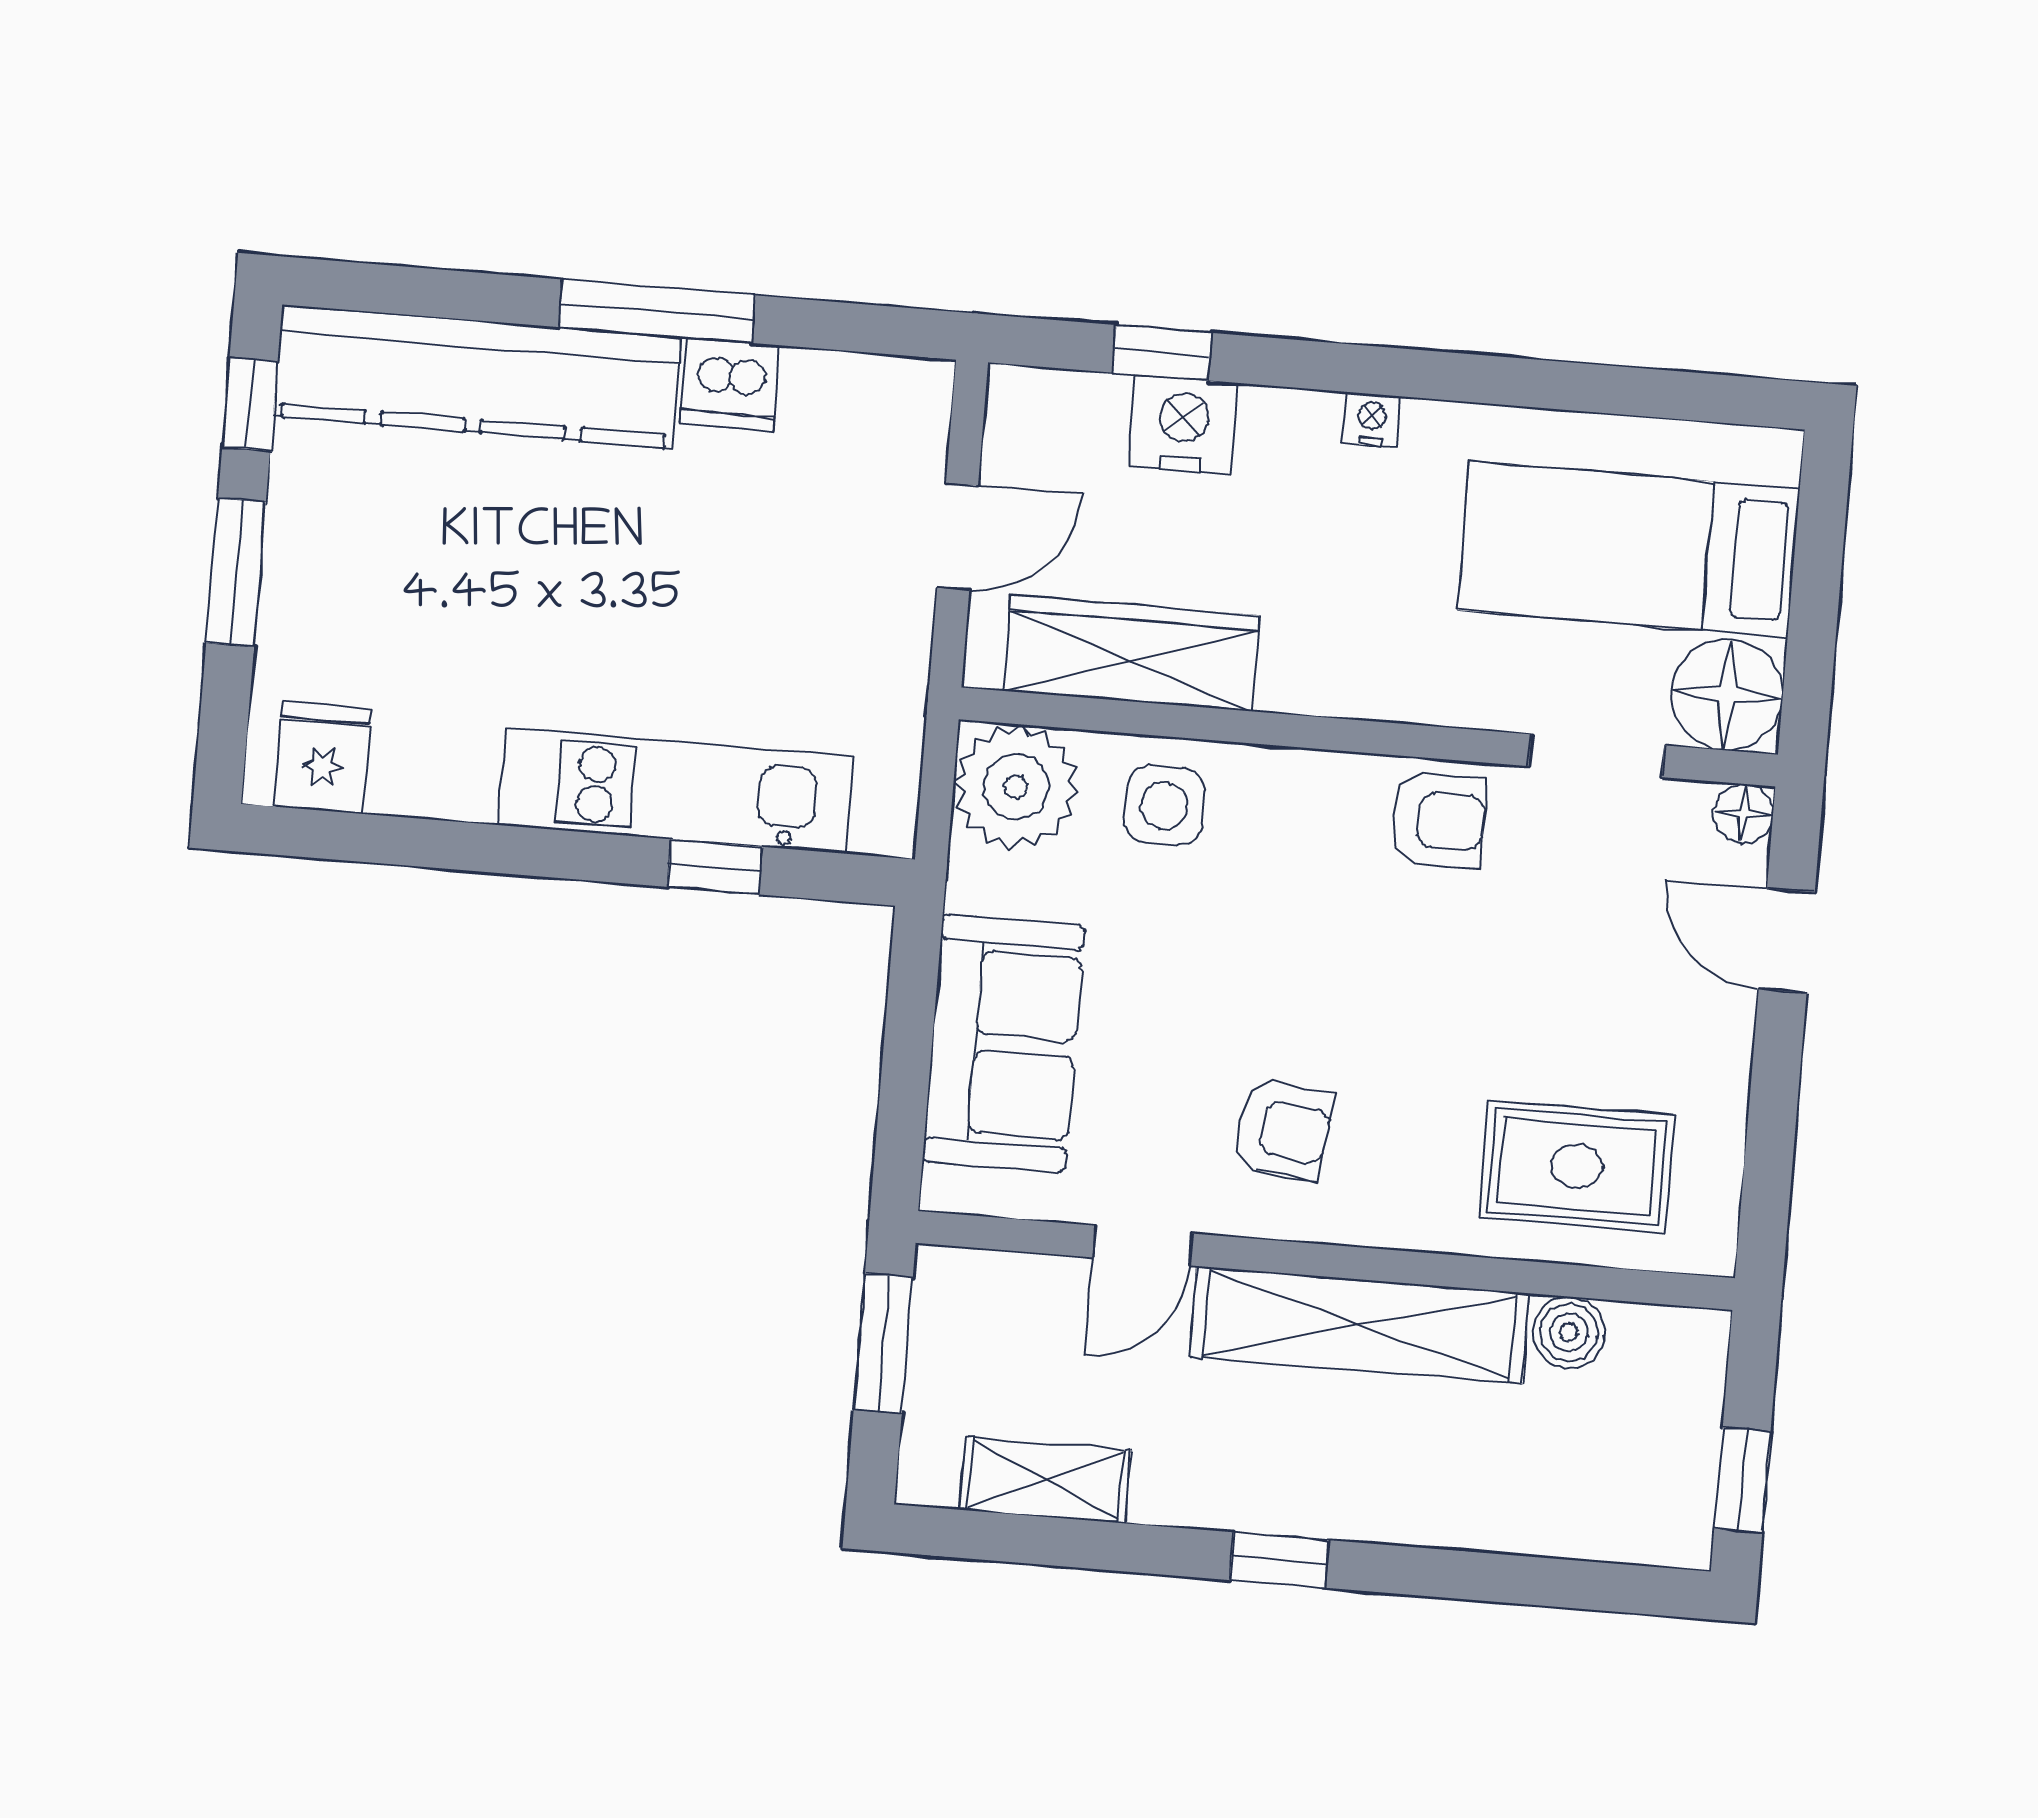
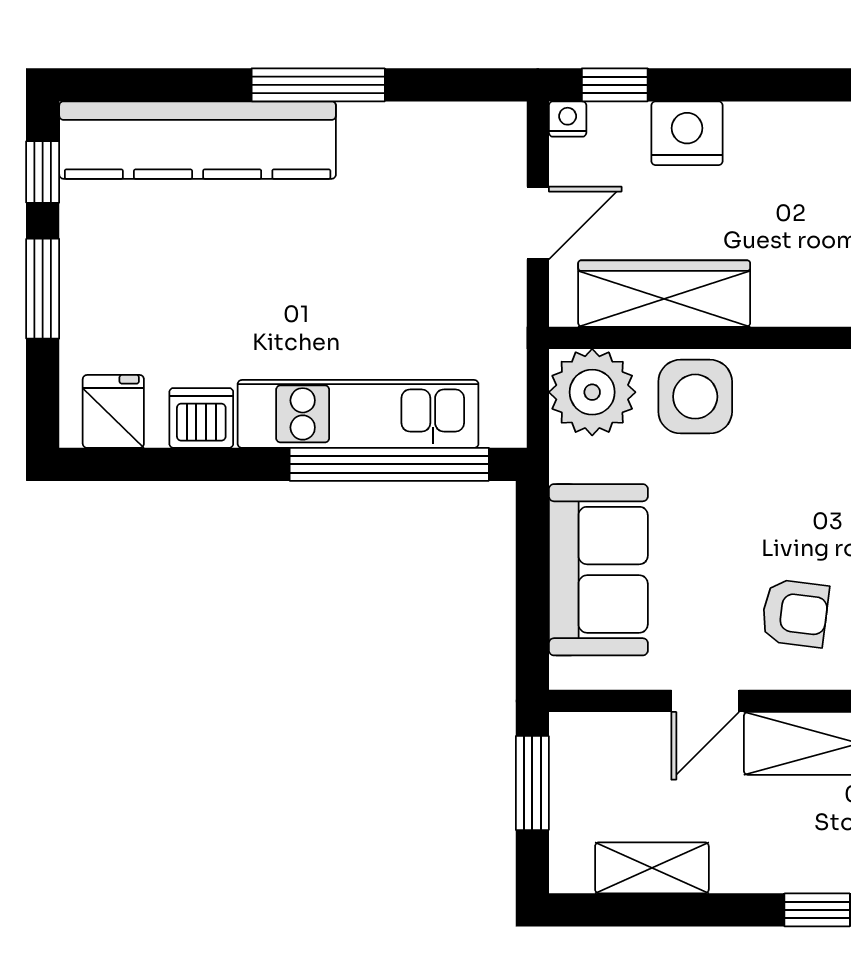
window: (1162, 353) -> (615, 85), moved
dishwasher: (730, 385) -> (201, 418), moved, turned 180
nightstand: (1372, 420) -> (568, 119), moved
side table: (1164, 805) -> (695, 397), width x1.37, depth x1.37
window: (715, 867) -> (389, 464), width x3.17

